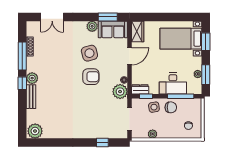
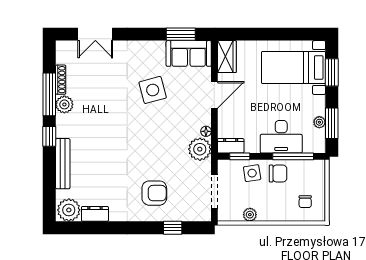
plant: (92, 26) -> (157, 49), removed
armchair: (91, 77) -> (154, 193), moved
plant: (32, 78) -> (64, 104), moved
bench: (31, 97) -> (63, 164), width x1.36
dresser: (52, 134) -> (95, 214), added

